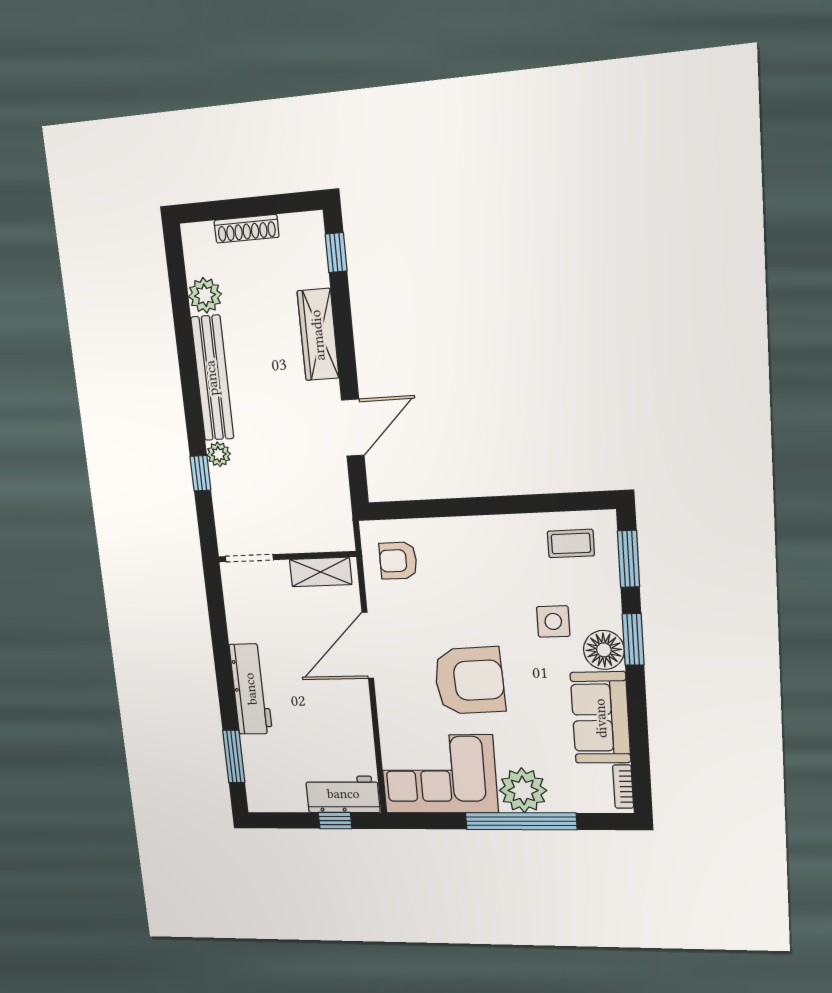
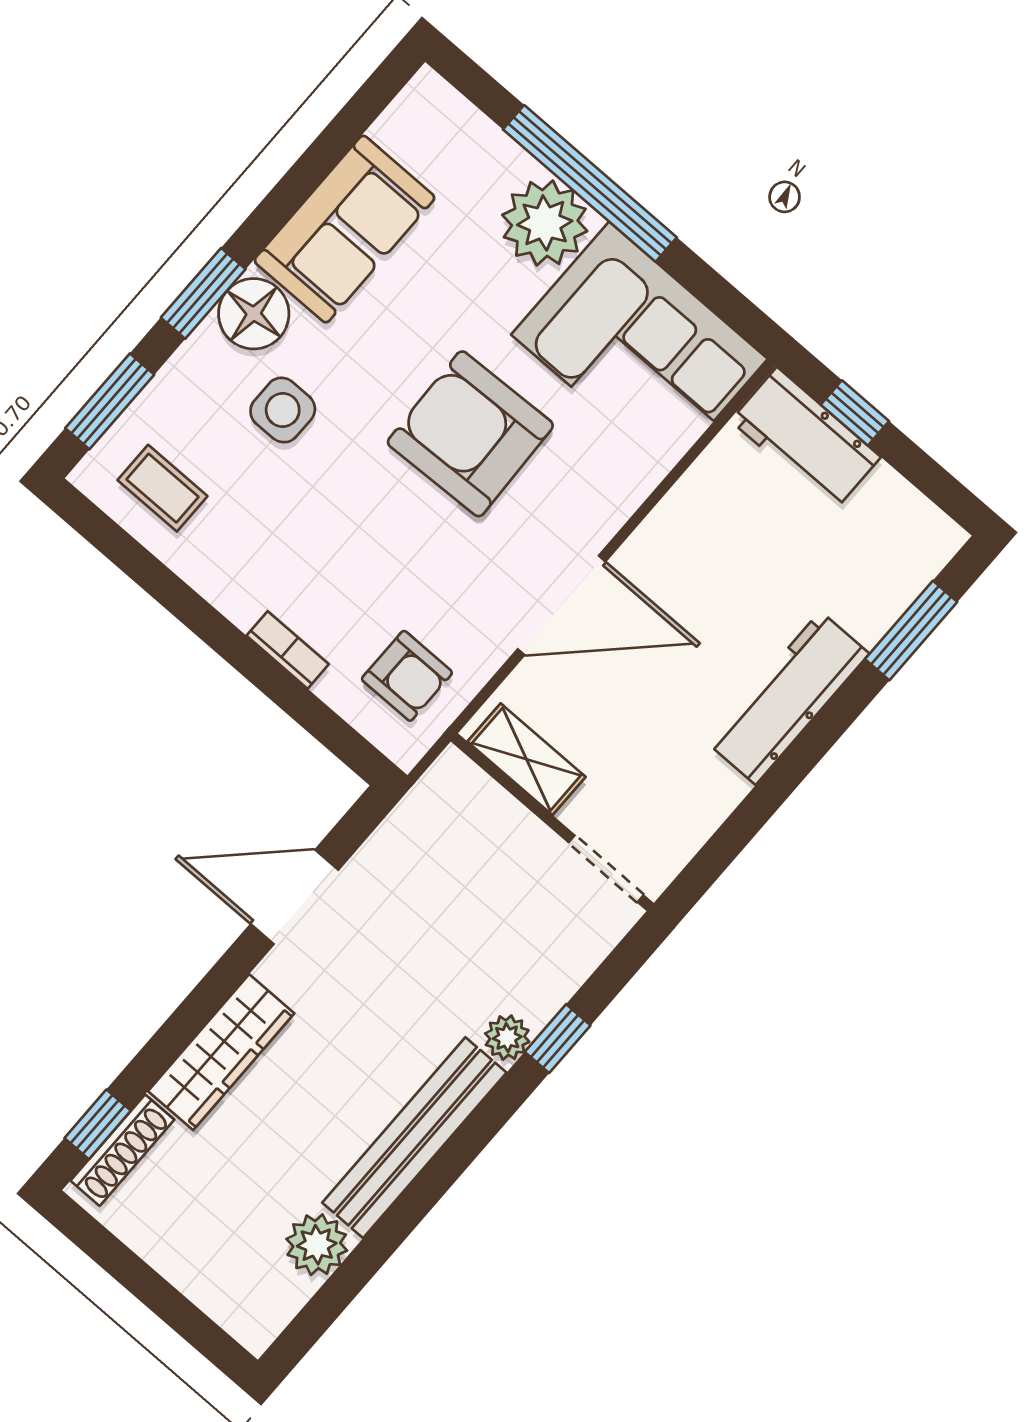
shoe rack: (246, 229) -> (122, 1150), moved, turned 90
bookcase: (623, 787) -> (288, 650), moved, turned -90

